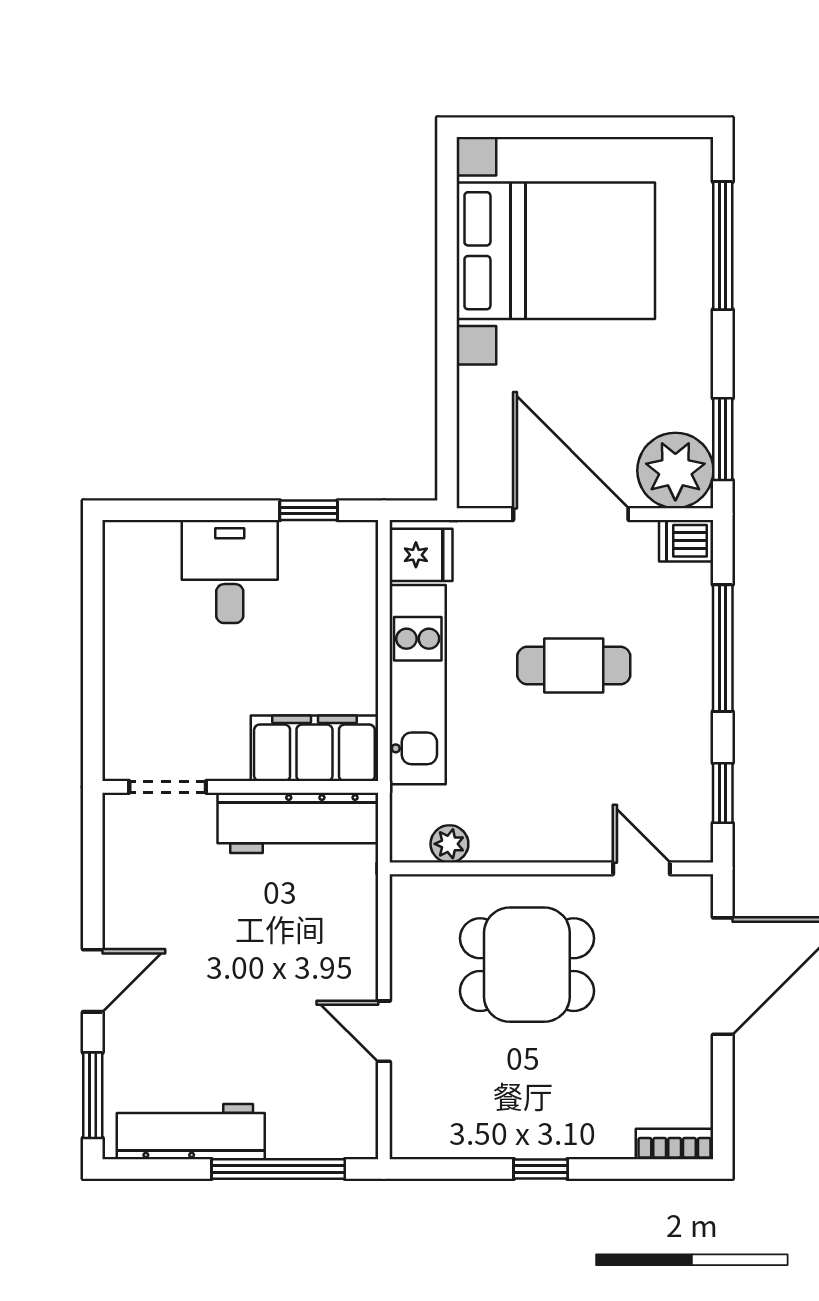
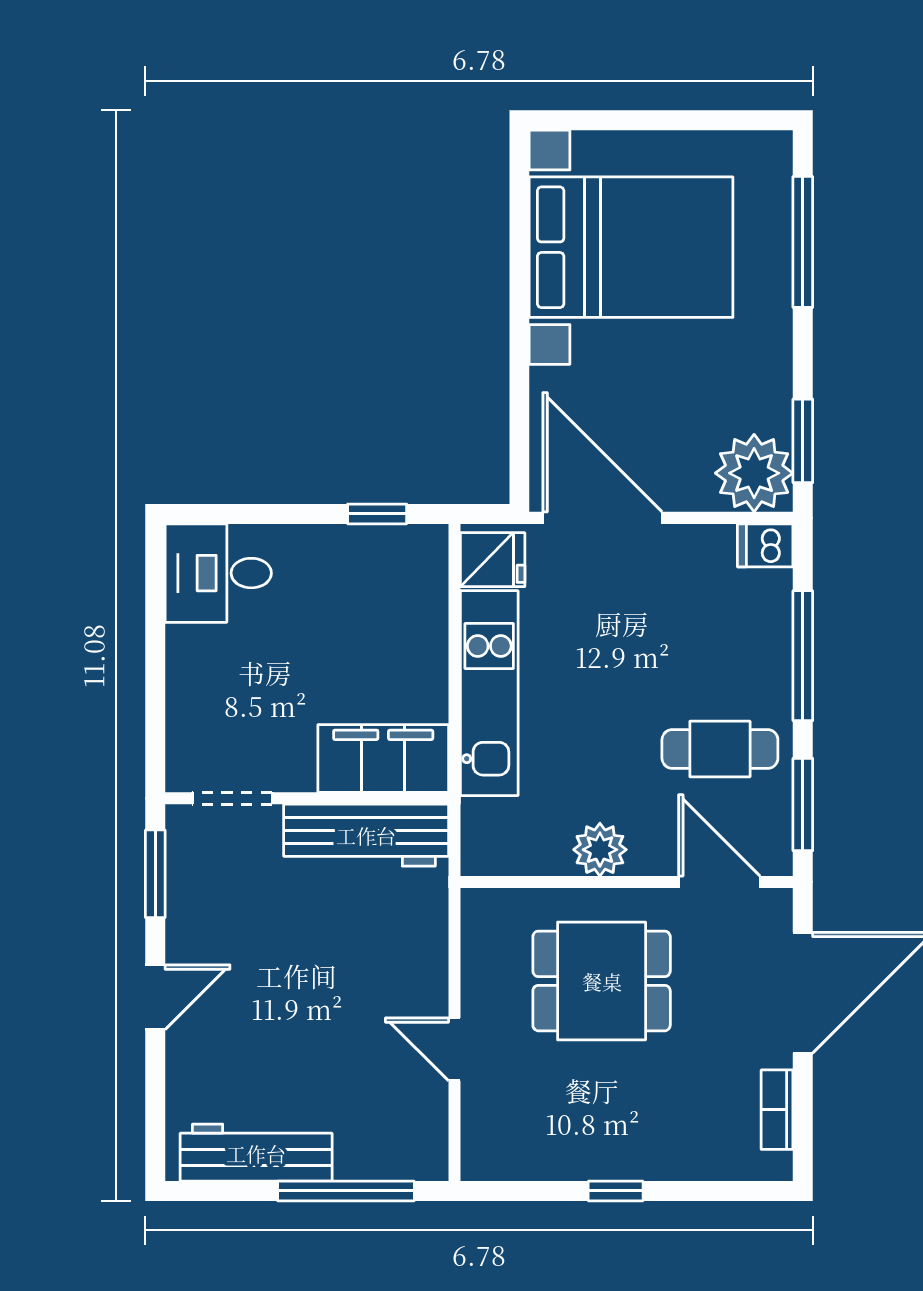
door: (571, 514) -> (603, 518), moved
desk: (230, 572) -> (218, 573), moved, turned -90
cafe table: (574, 665) -> (720, 749), moved
window: (723, 793) -> (803, 805), width x1.50
plant: (449, 844) -> (600, 850), moved, width x1.38, depth x1.38
door: (642, 868) -> (719, 882), width x1.38
window: (93, 1095) -> (155, 874), moved
bookcase: (675, 1144) -> (777, 1110), moved, turned -90

